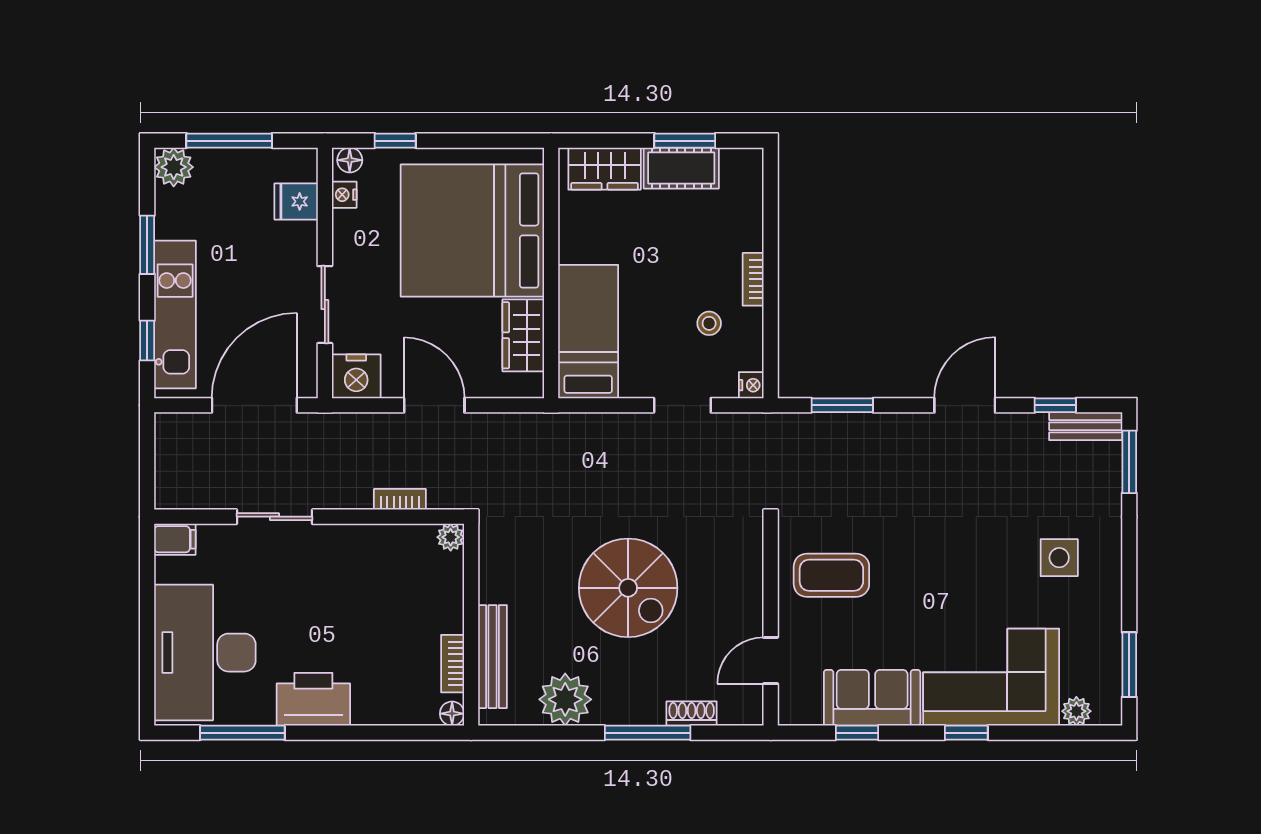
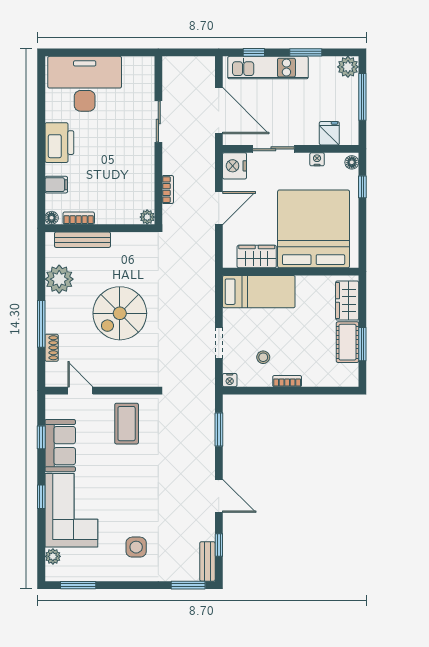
nightstand: (344, 195) -> (317, 159), moved
filing cabinet: (175, 539) -> (56, 185), moved, turned -90
window: (242, 733) -> (41, 104), removed

